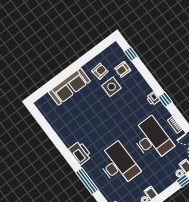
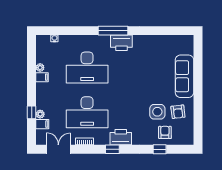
window: (131, 54) -> (160, 149), moved
printer: (153, 98) -> (121, 137), width x1.87, depth x1.48
window: (87, 181) -> (113, 31), moved

